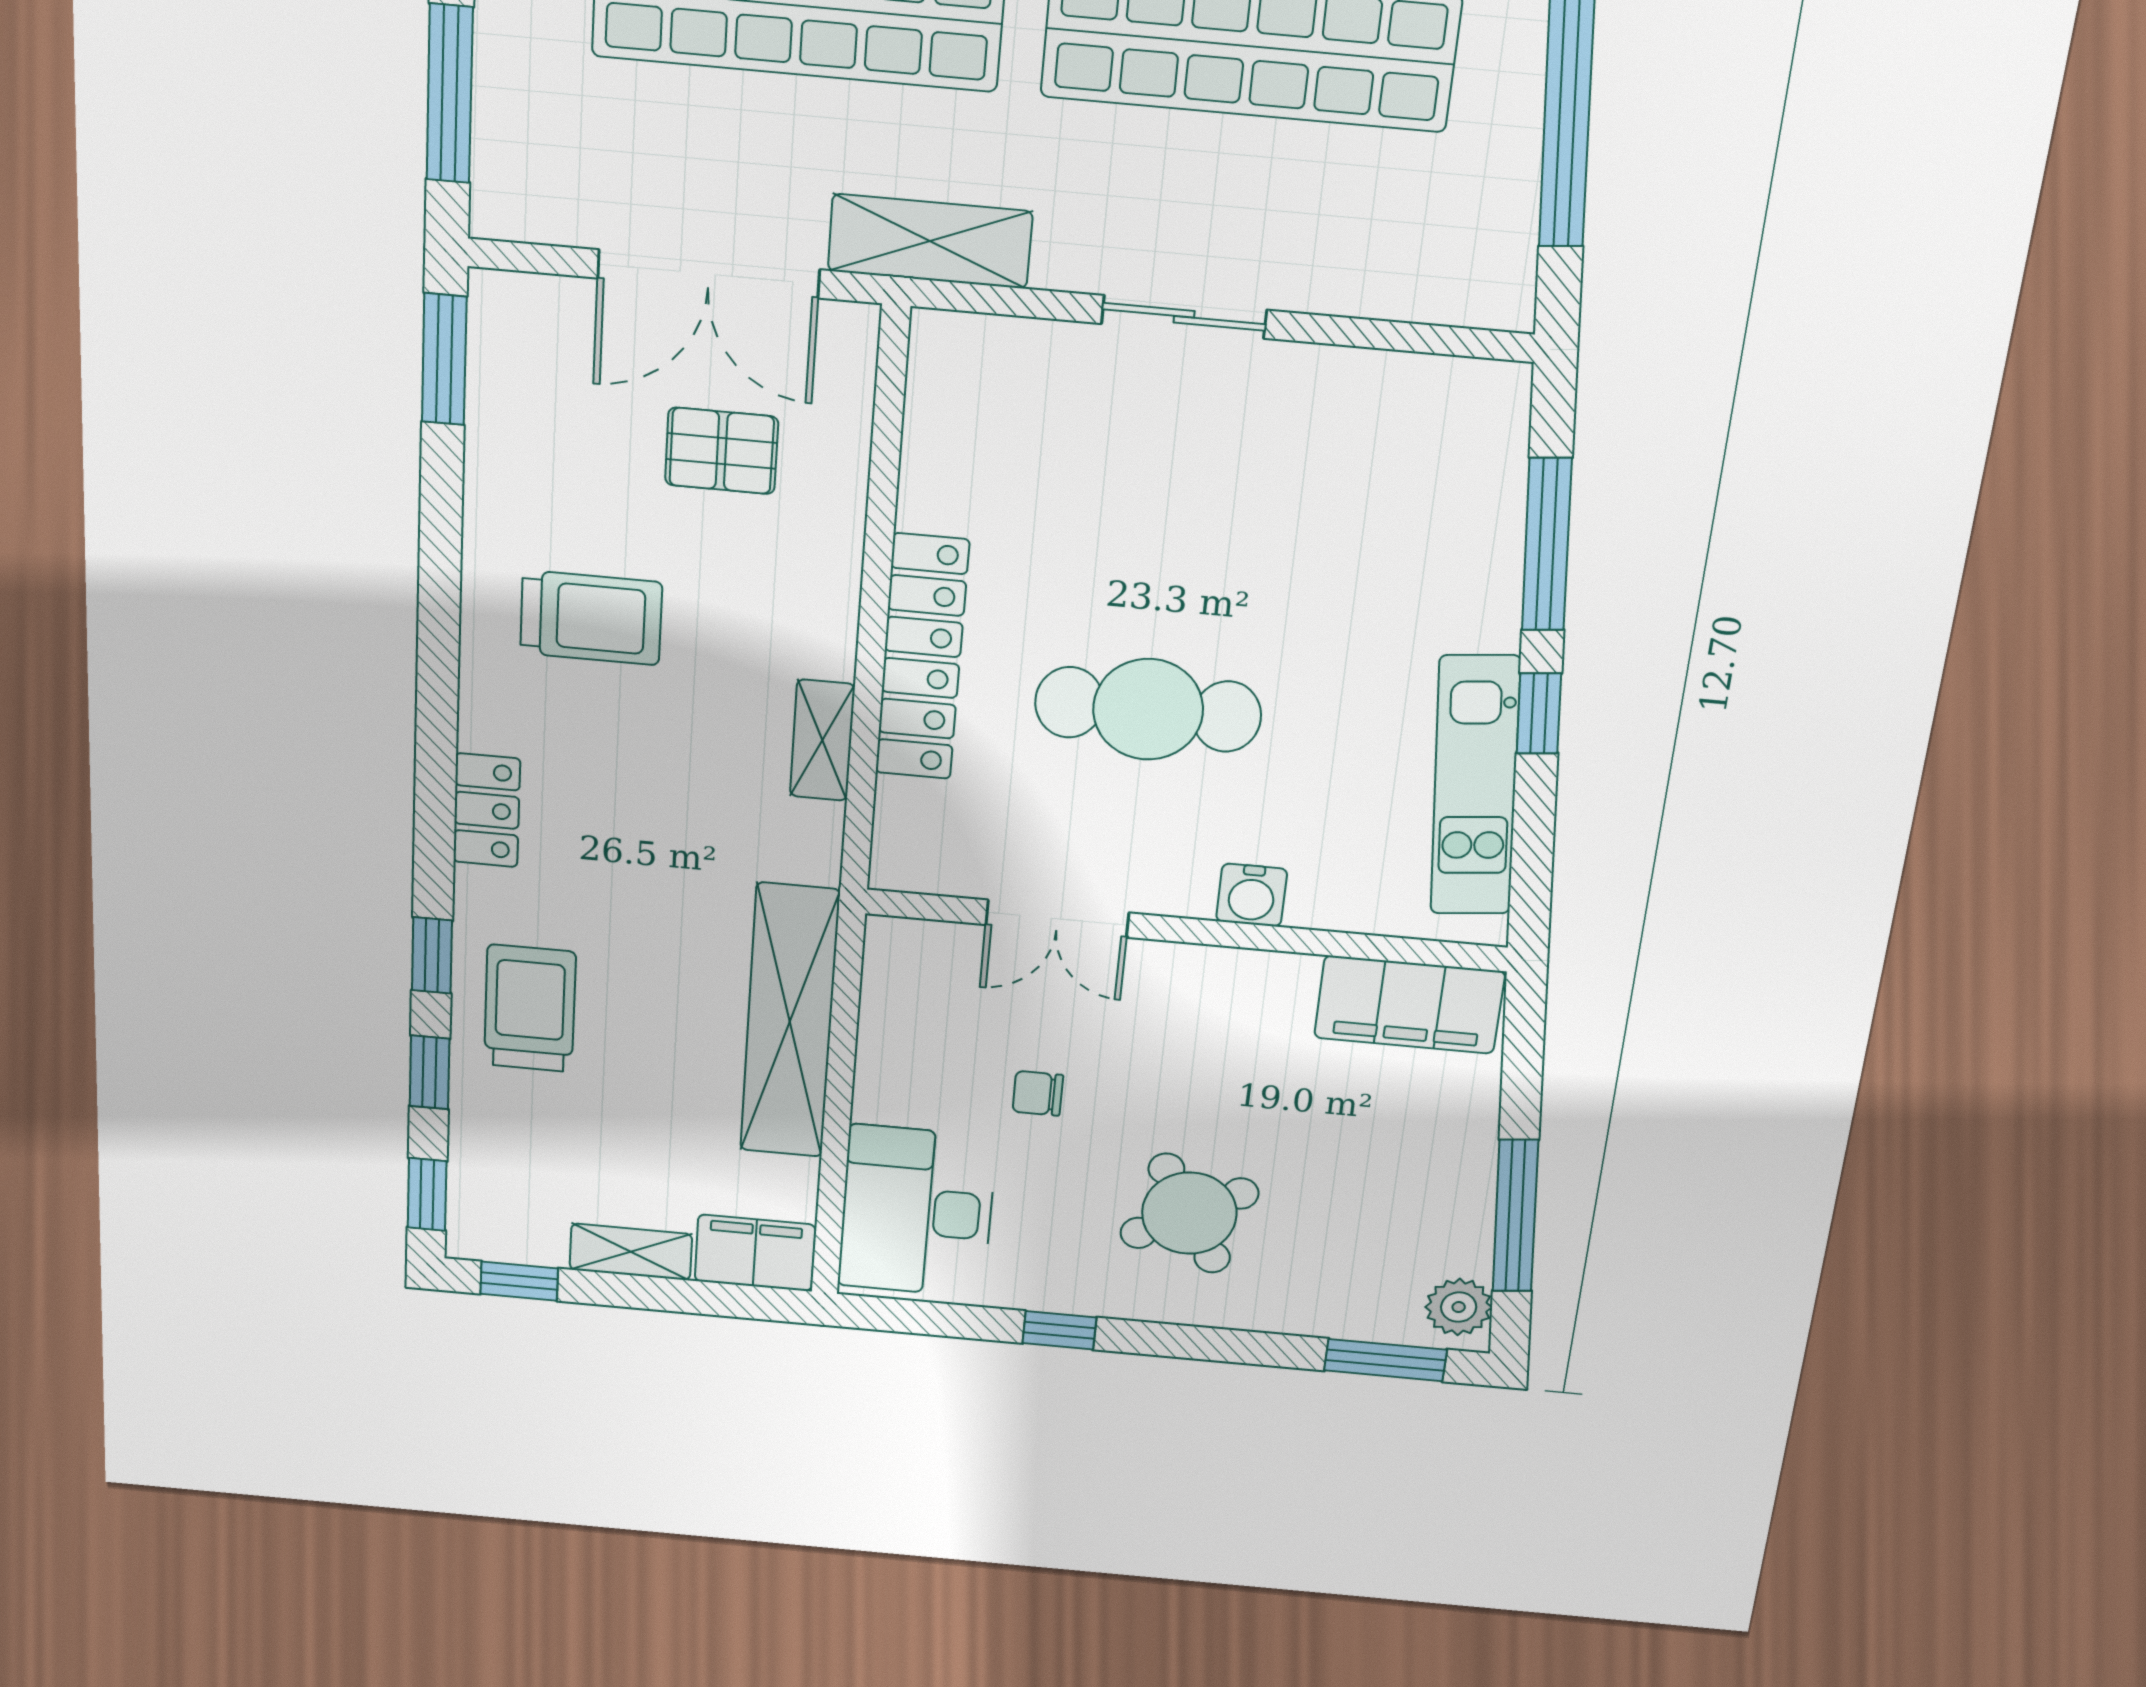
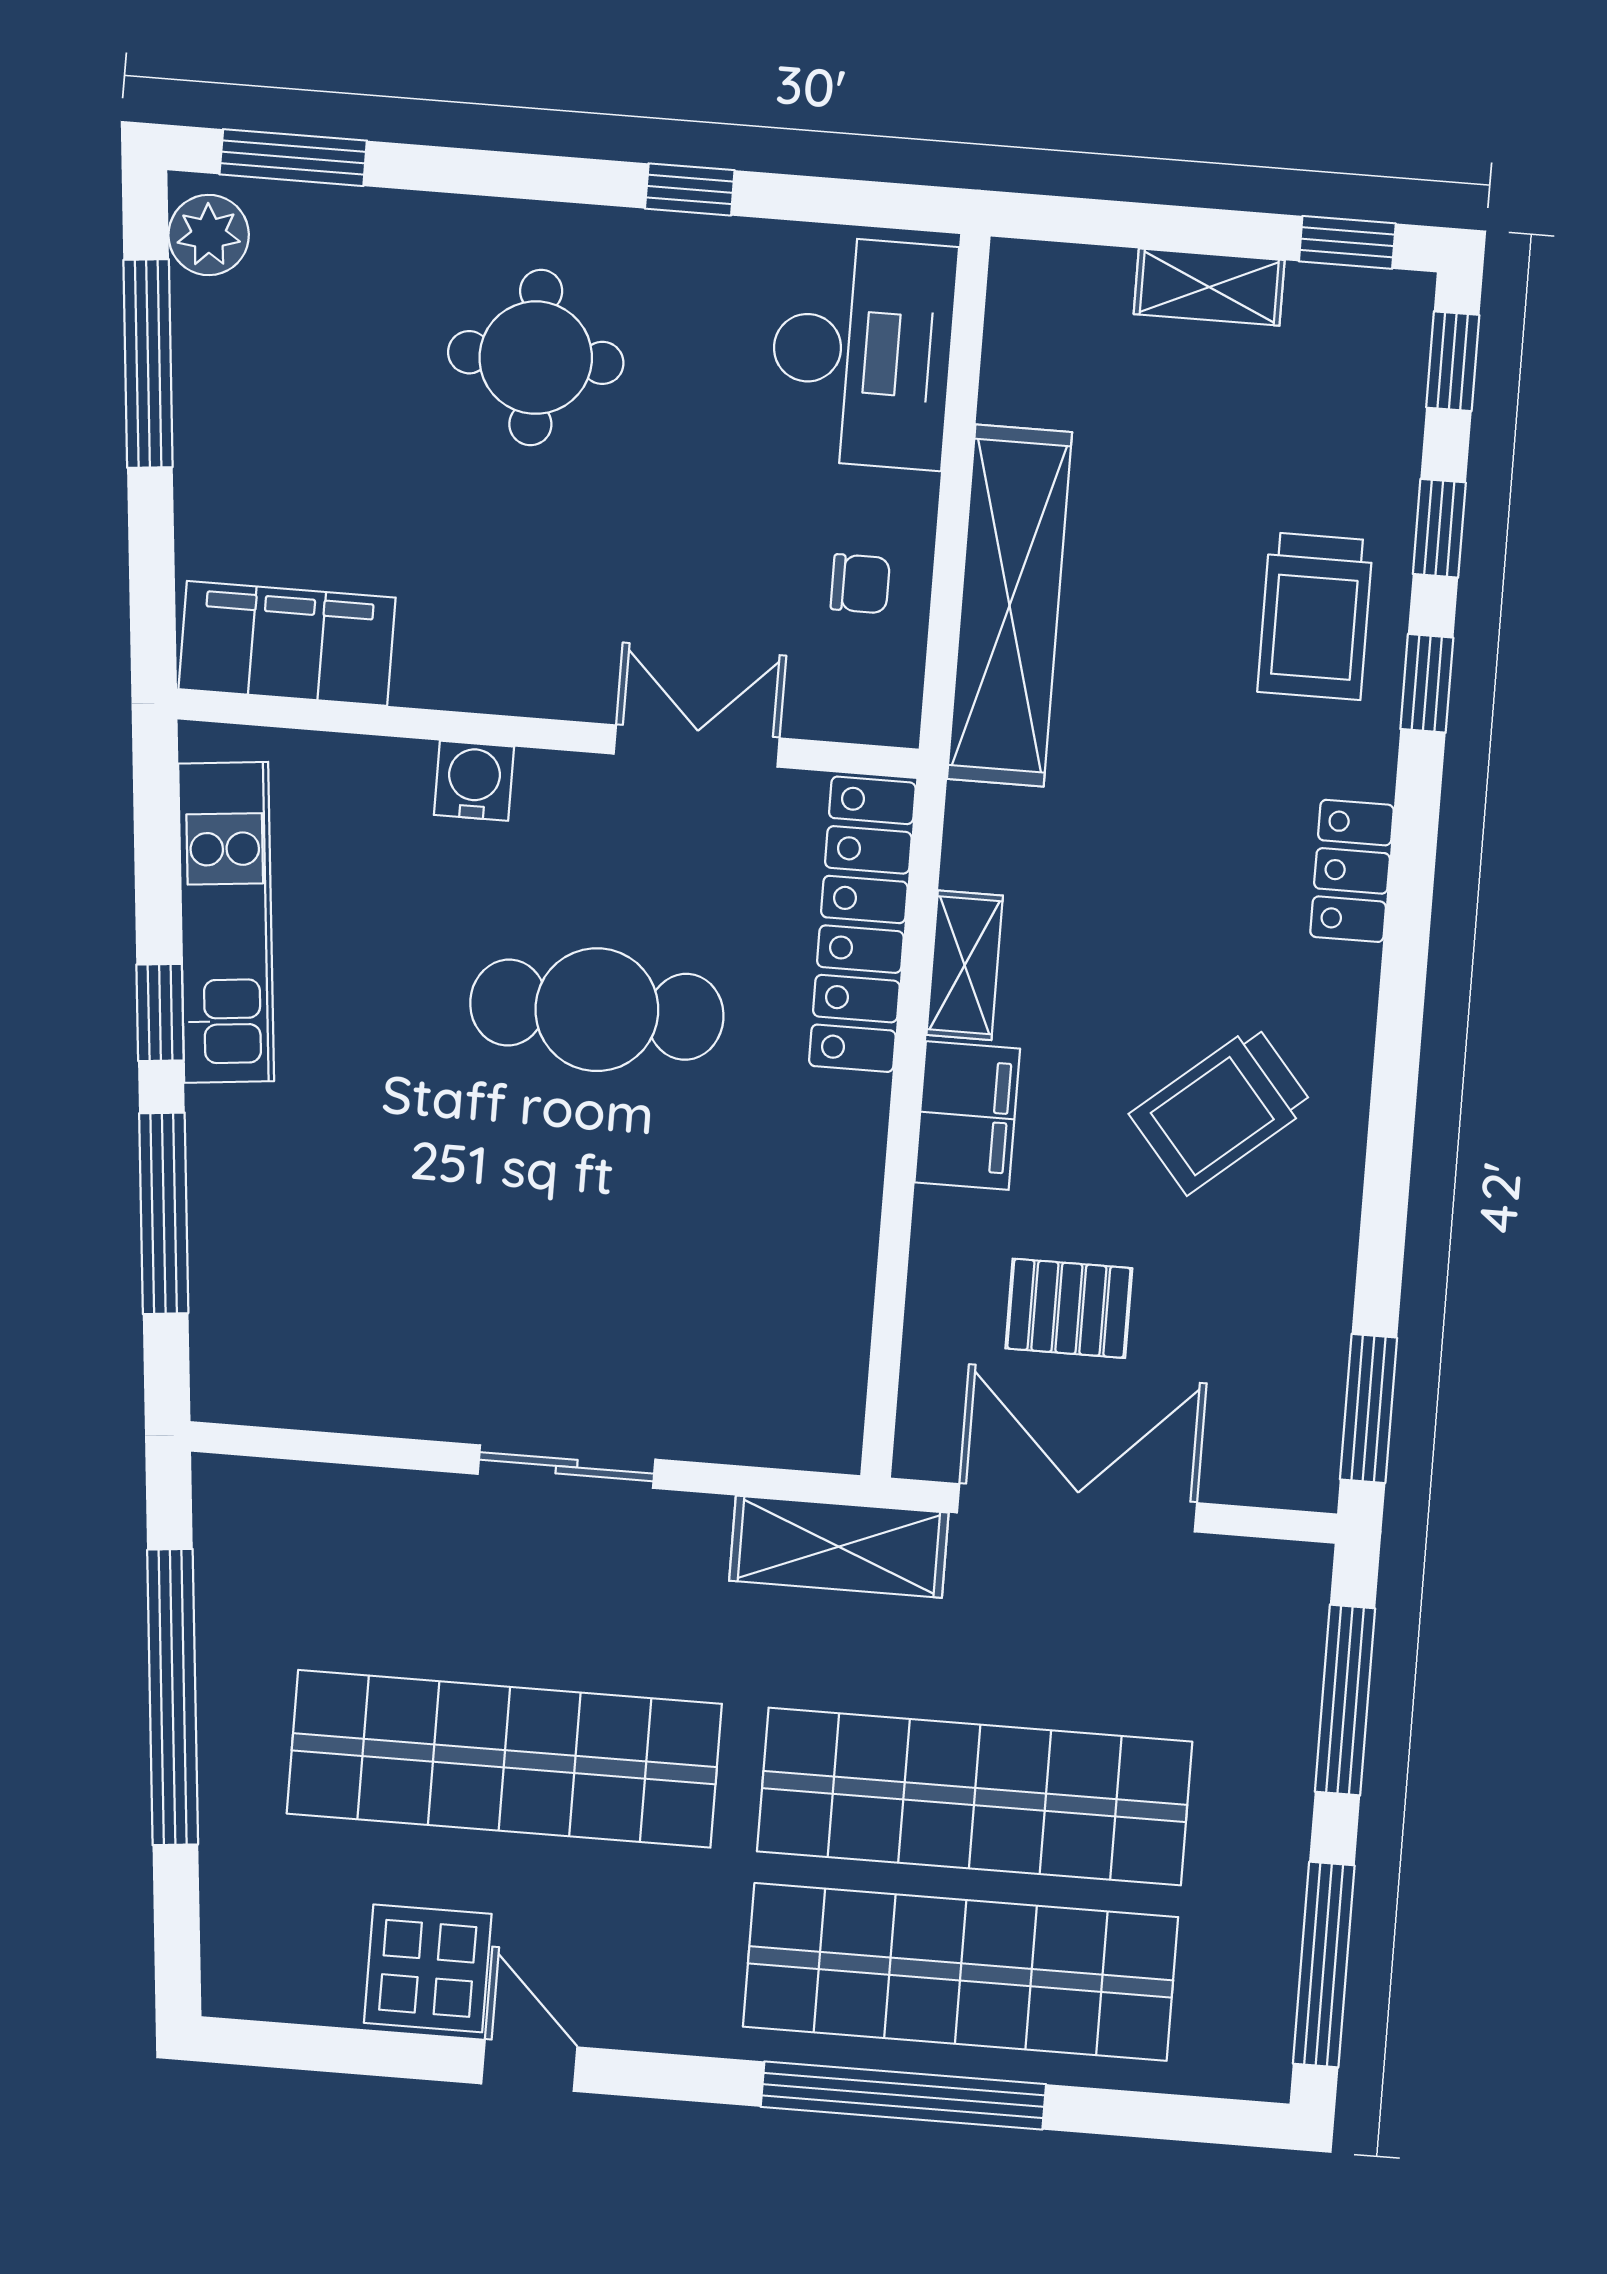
trolley: (591, 618) -> (1221, 1110), turned -40
locker: (922, 657) -> (862, 924), moved
chair: (1038, 1093) -> (860, 584), moved
round table: (1189, 1213) -> (536, 358), turned 30
filing cabinet: (755, 1253) -> (967, 1115), moved, turned -90

